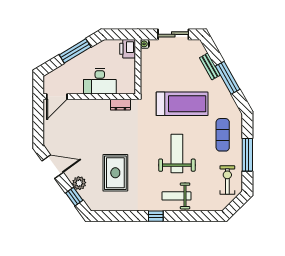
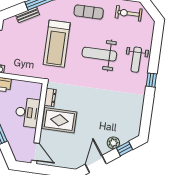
treadmill: (182, 104) -> (57, 44), turned 180
rug: (115, 173) -> (59, 120), moved

